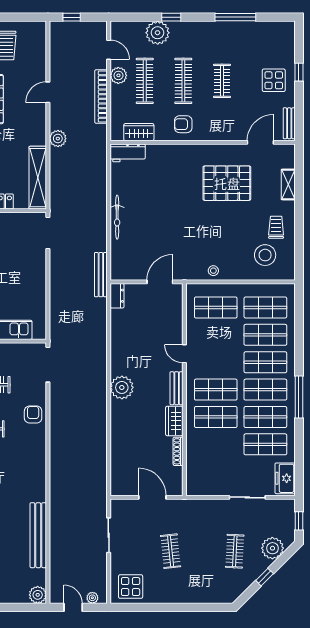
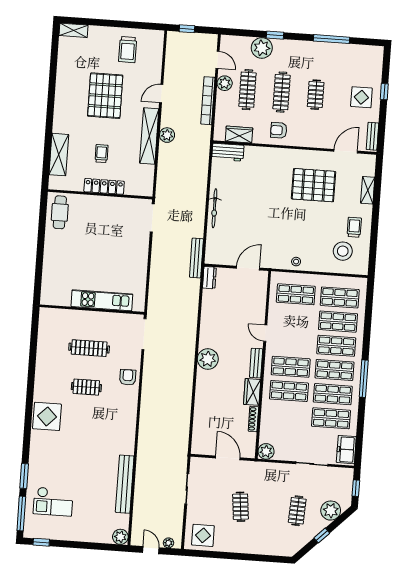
shelving: (38, 178) -> (149, 136), moved
plant: (195, 487) -> (266, 451), added

